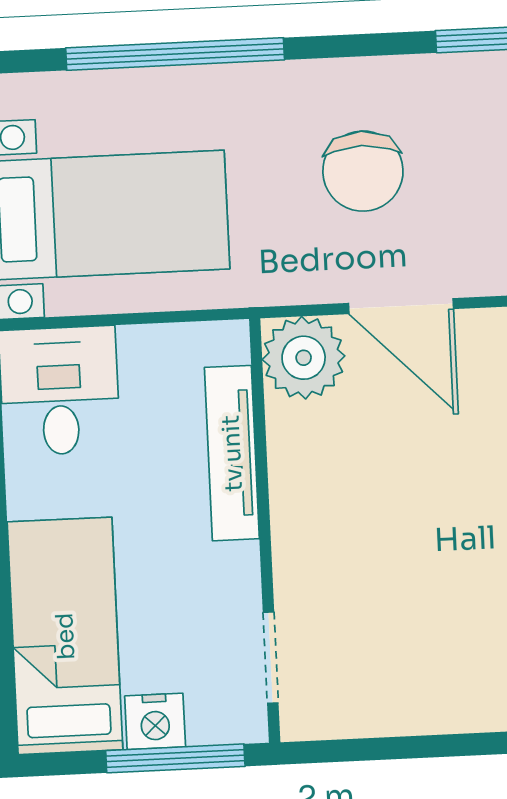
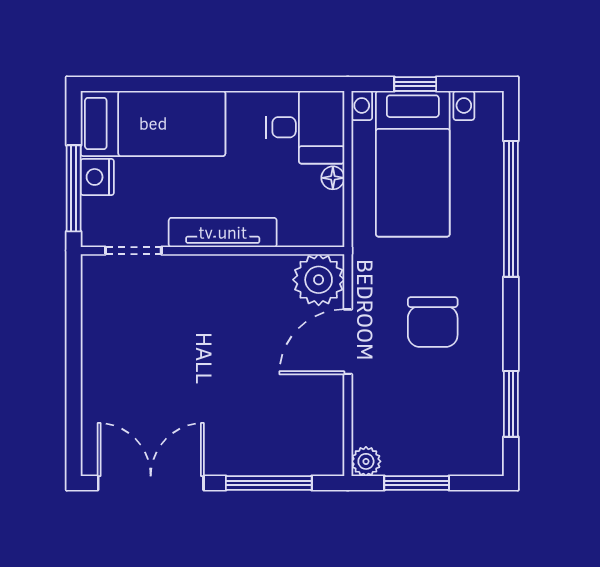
chair: (363, 171) -> (433, 322), turned -90
floor lamp: (139, 343) -> (333, 178), added
tv unit: (232, 453) -> (223, 232), moved

